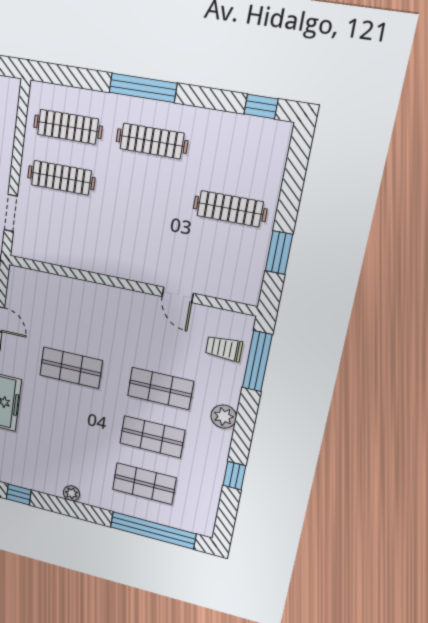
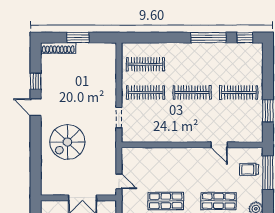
window: (143, 88) -> (209, 38), moved
clothes rail: (152, 141) -> (192, 92), moved

